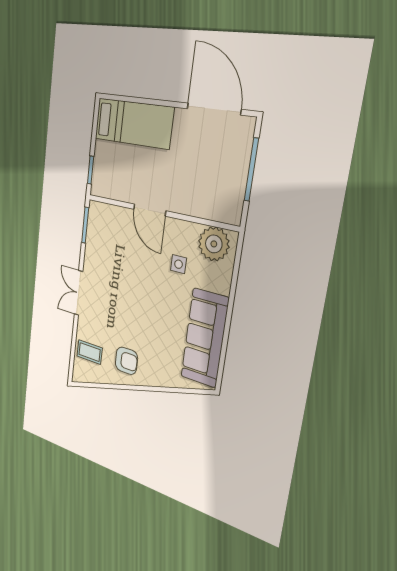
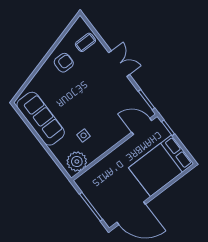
bed: (133, 123) -> (161, 166), width x1.50
door: (150, 210) -> (142, 126), moved
armchair: (126, 361) -> (64, 63), turned 180

